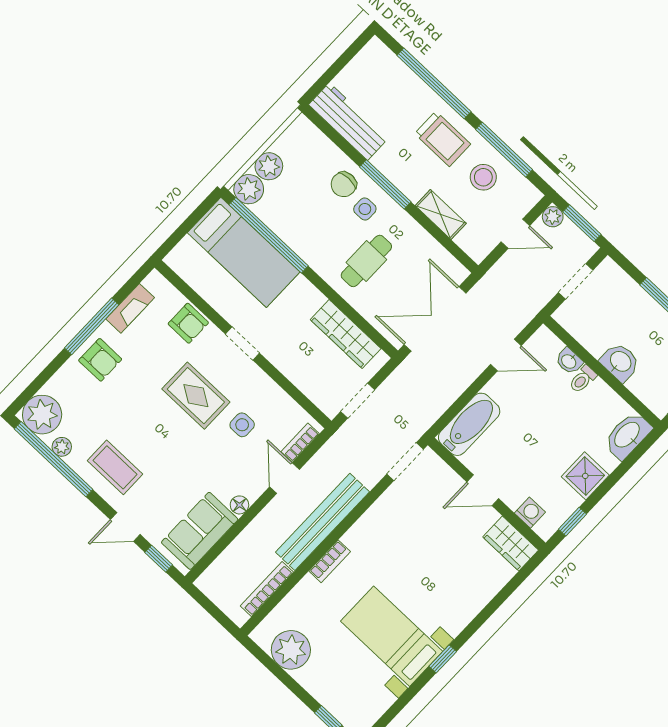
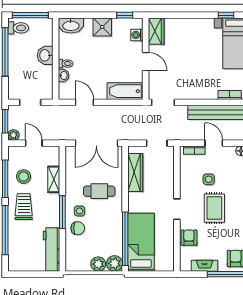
door: (284, 478) -> (214, 143), swing flipped

